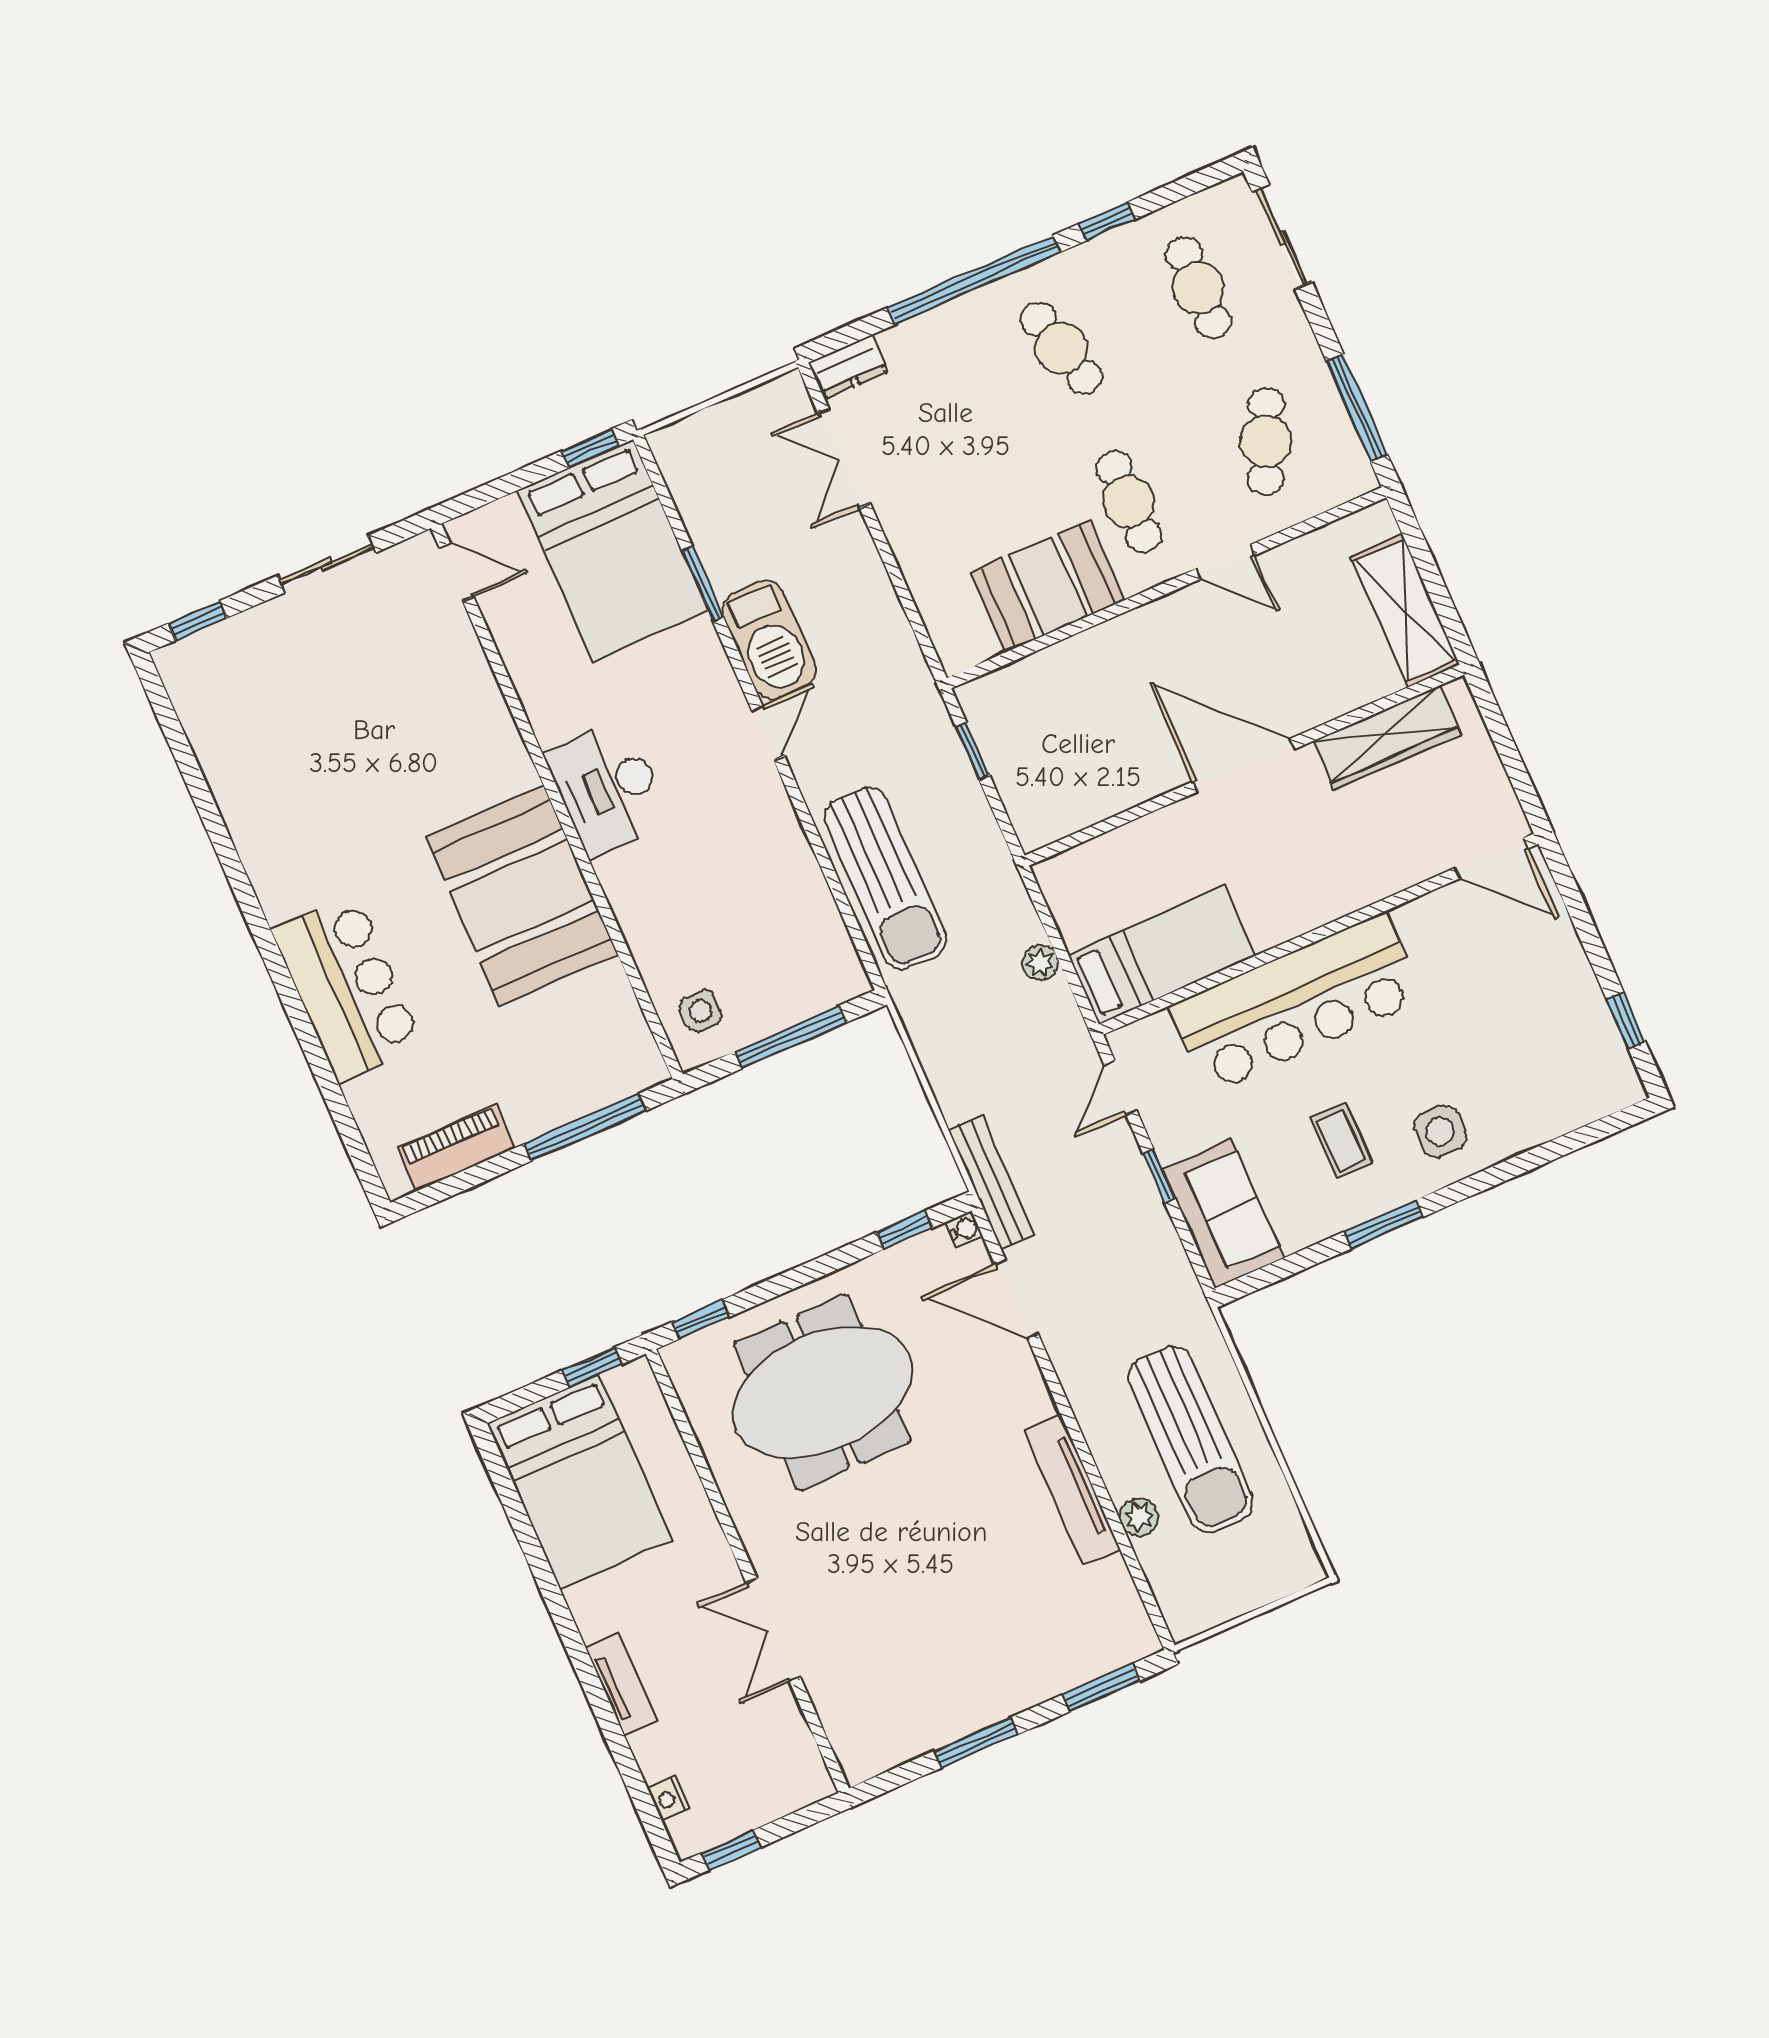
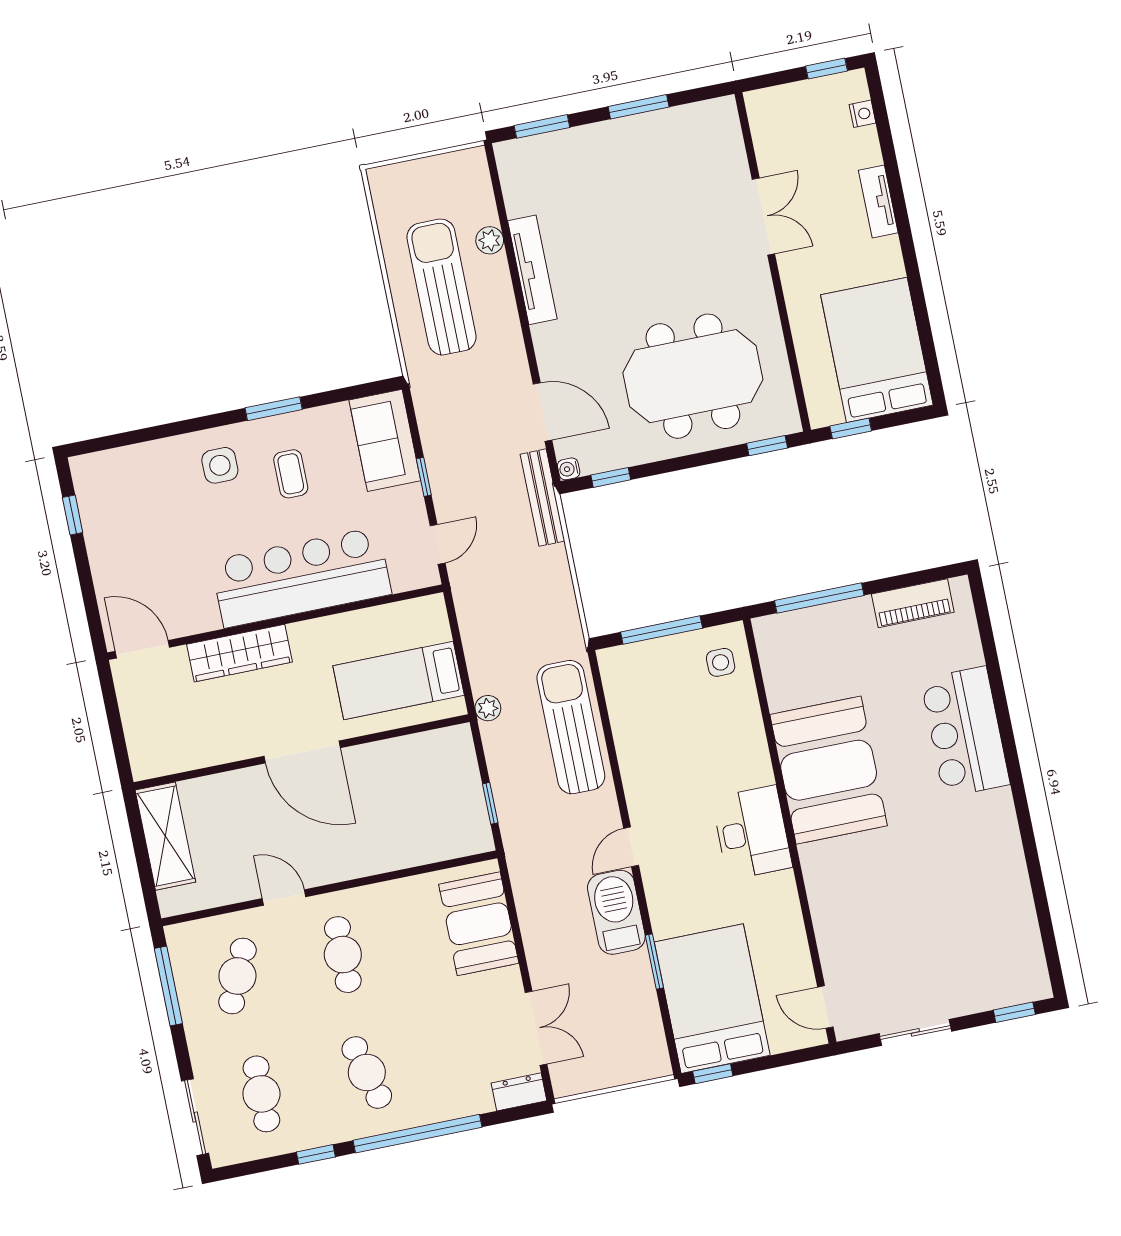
booth: (1048, 586) -> (479, 924), moved, turned 90
wardrobe: (1387, 738) -> (239, 653), moved, turned 180
bed: (1162, 955) -> (399, 680), moved
plant: (1040, 963) -> (488, 708), moved

